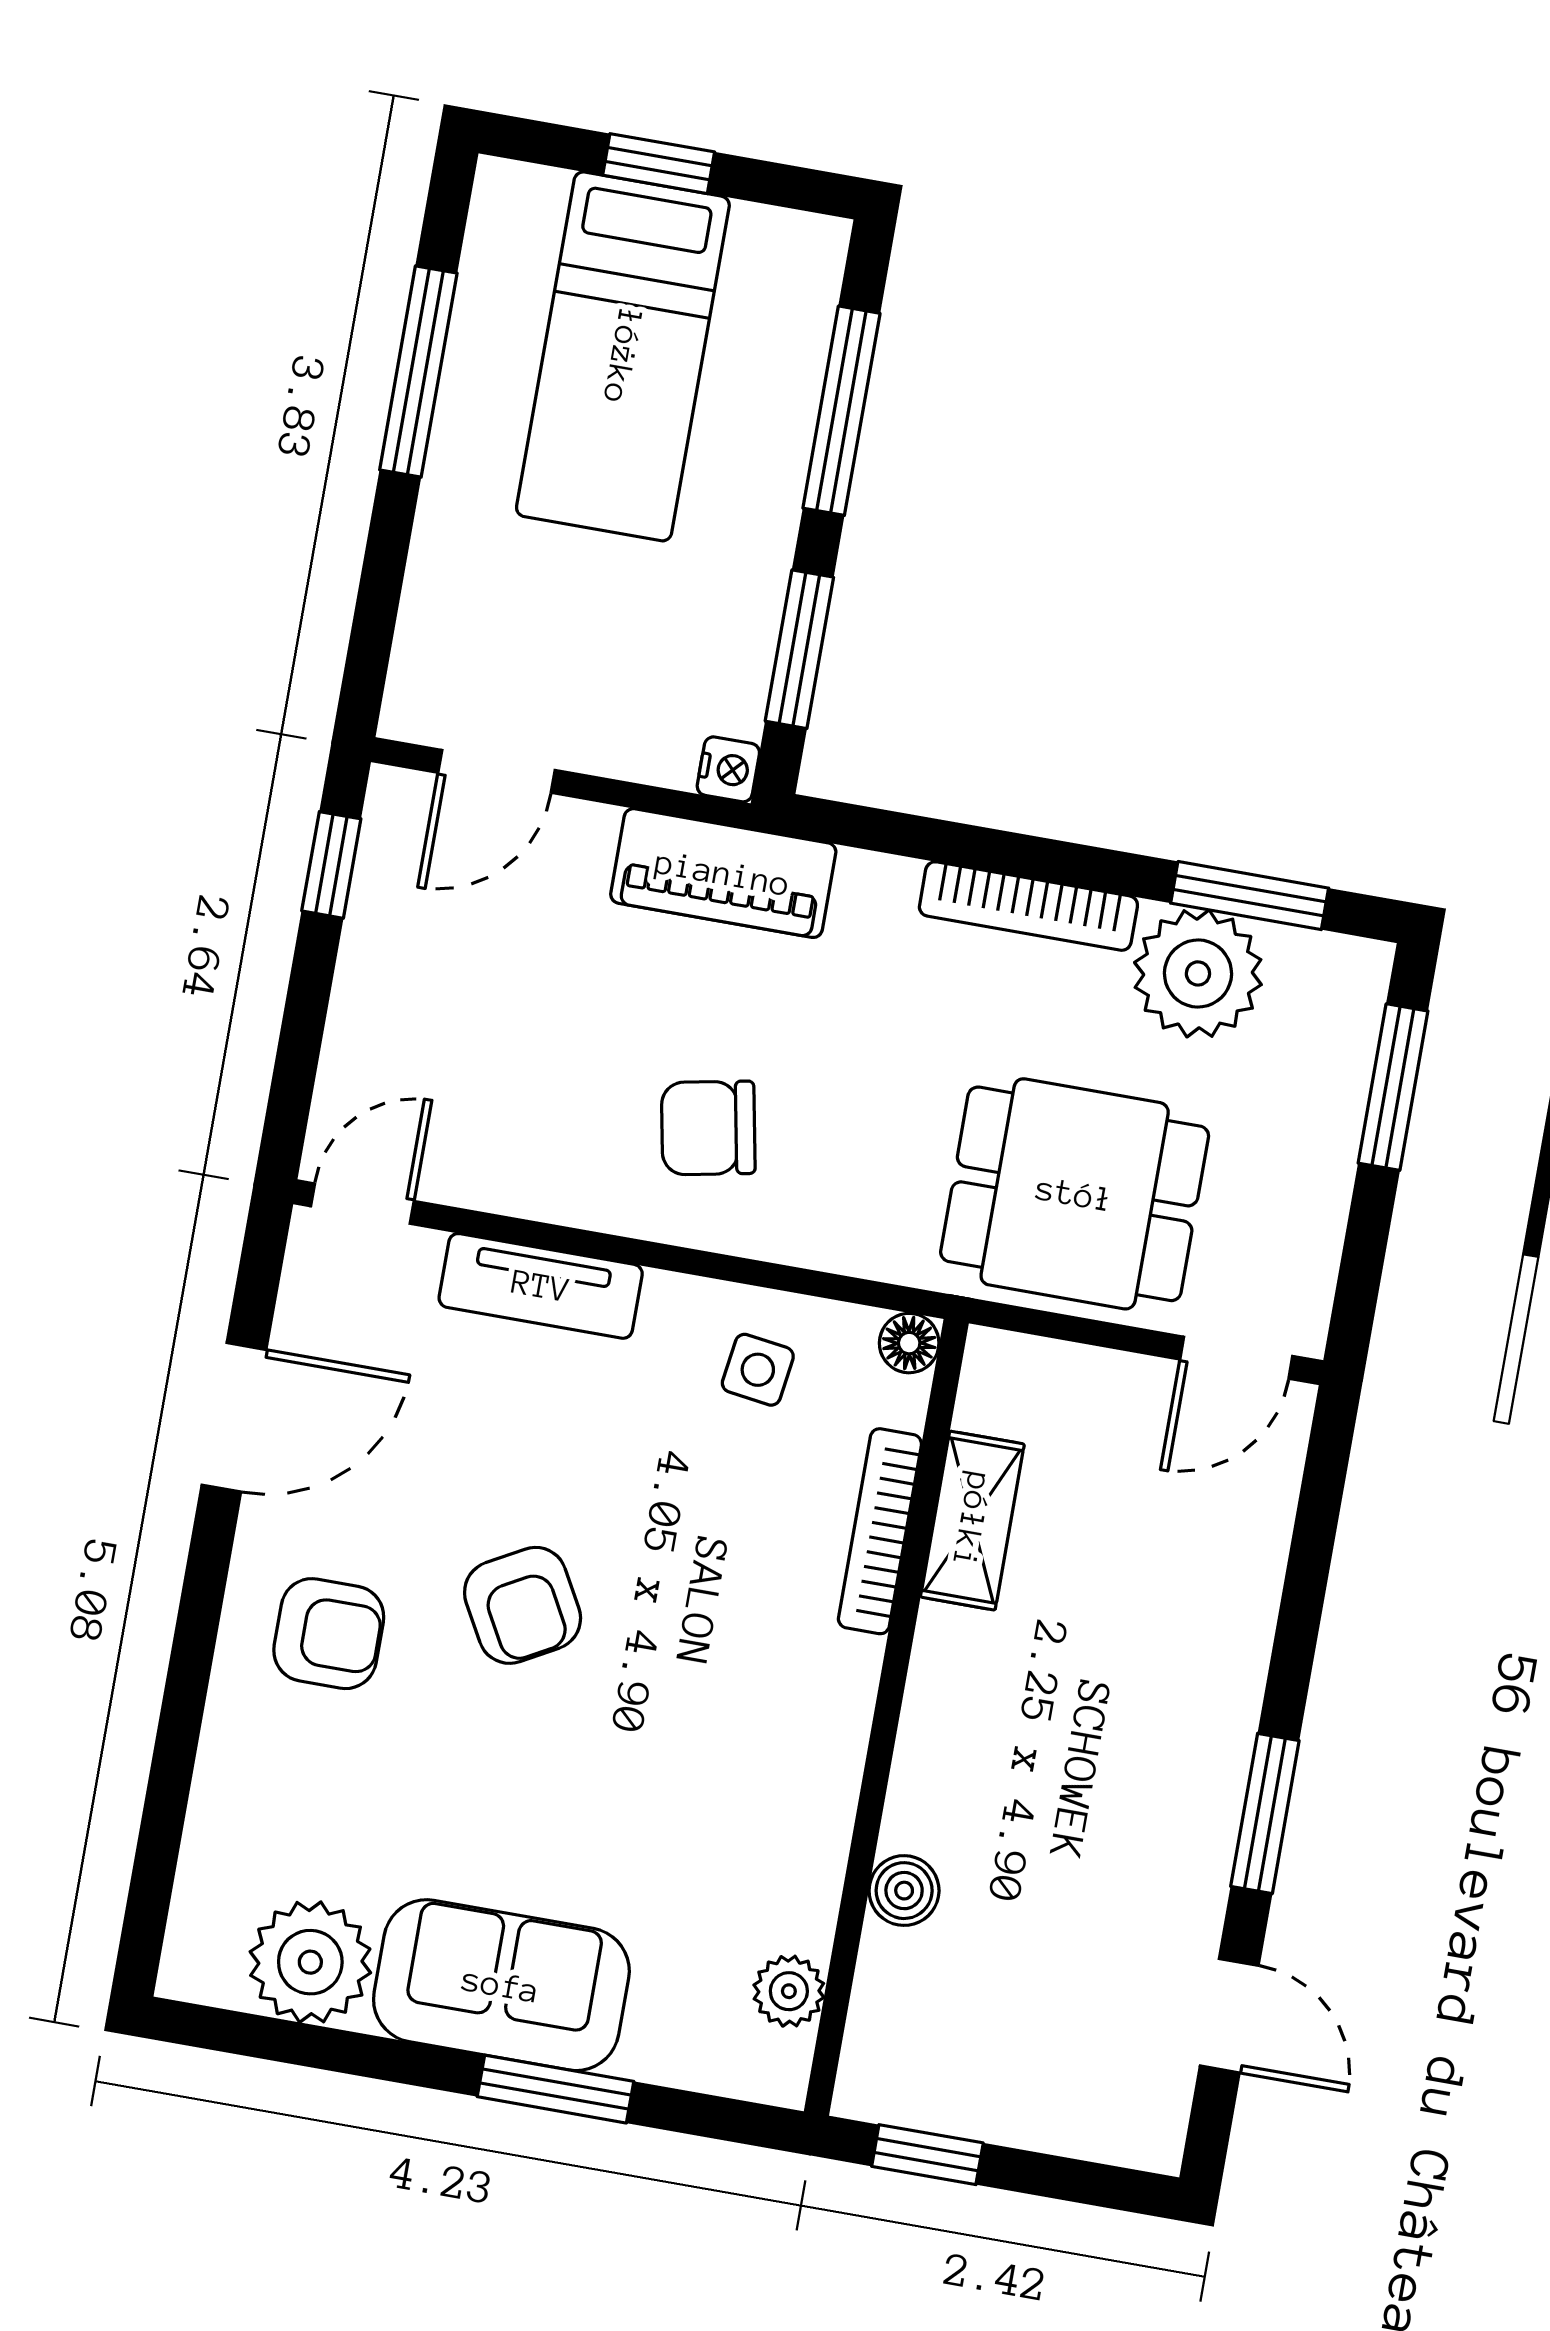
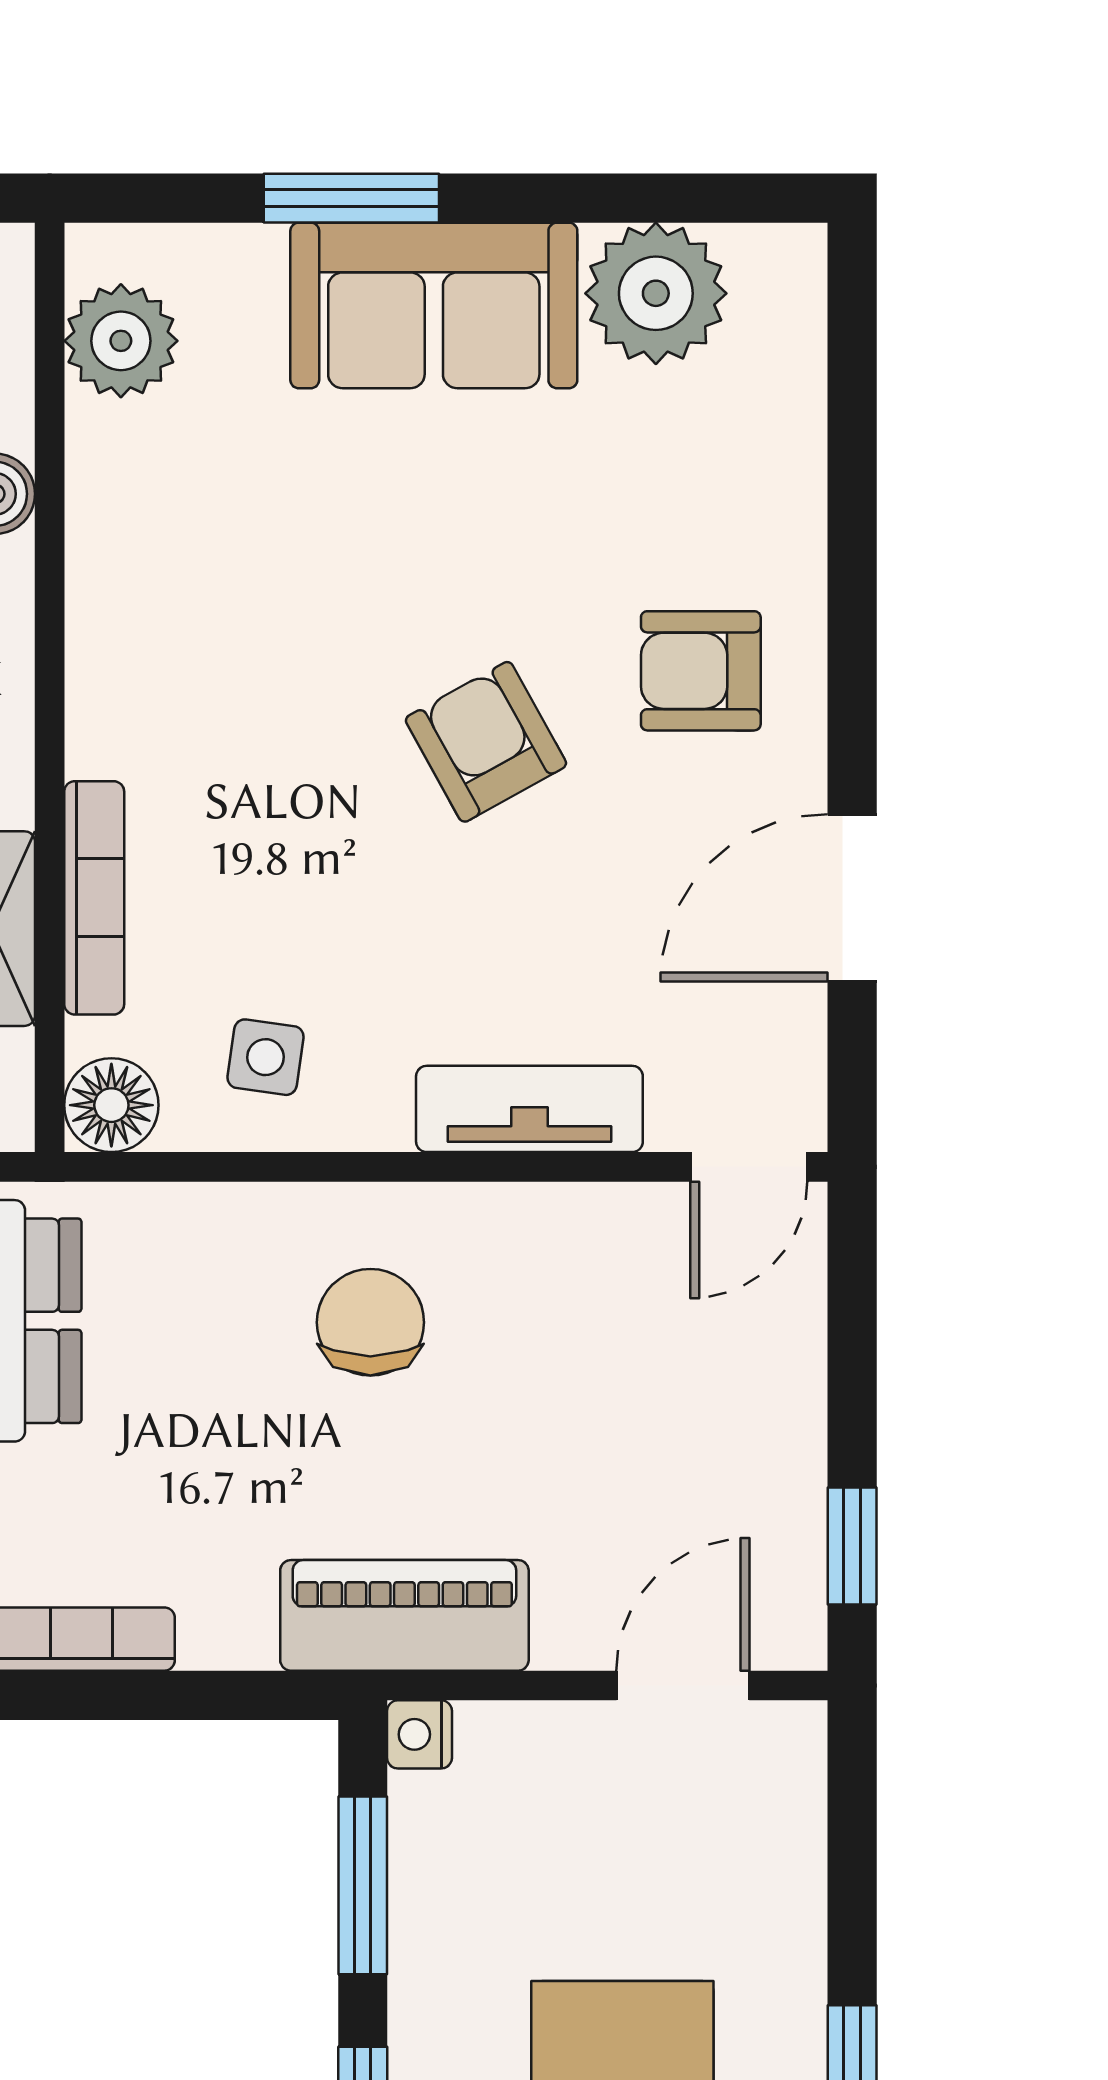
chair: (708, 1128) -> (370, 1322), turned -79
floor lamp: (909, 1343) -> (111, 1105), width x1.37, depth x1.37
plant: (789, 1991) -> (121, 341), width x1.38, depth x1.38

